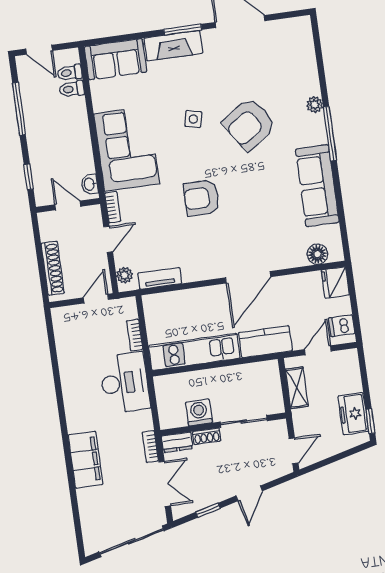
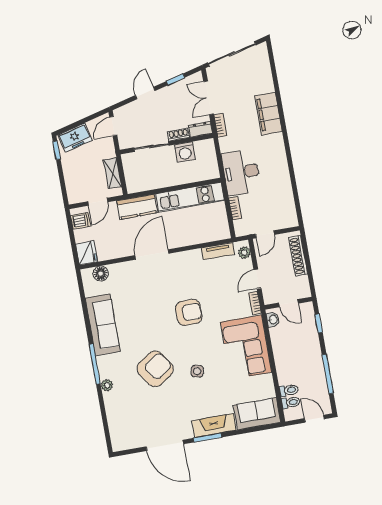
freezer: (353, 414) -> (75, 138), moved, turned 76

